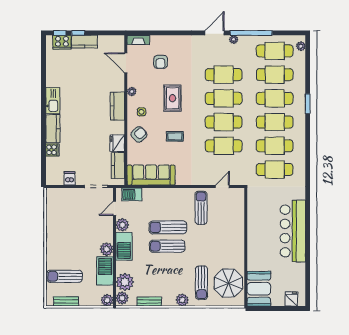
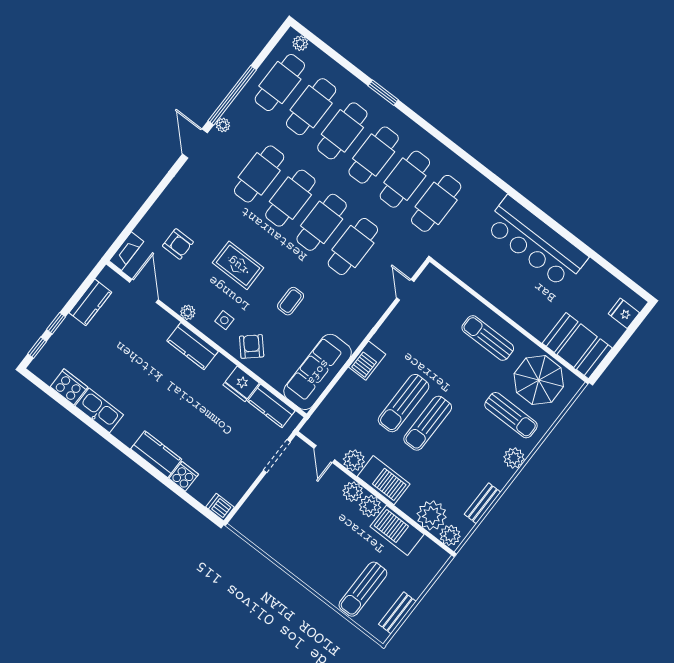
cooker: (62, 42) -> (69, 387), moved, turned -90
kitchen counter: (85, 42) -> (90, 302), moved
door: (126, 63) -> (144, 291), swing flipped
kitchen sink: (53, 101) -> (99, 410), moved
dishwasher: (70, 178) -> (220, 507), moved
barbecue: (132, 194) -> (367, 361), moved
sun lounger: (201, 208) -> (488, 338), moved
plant: (107, 300) -> (353, 492), moved

